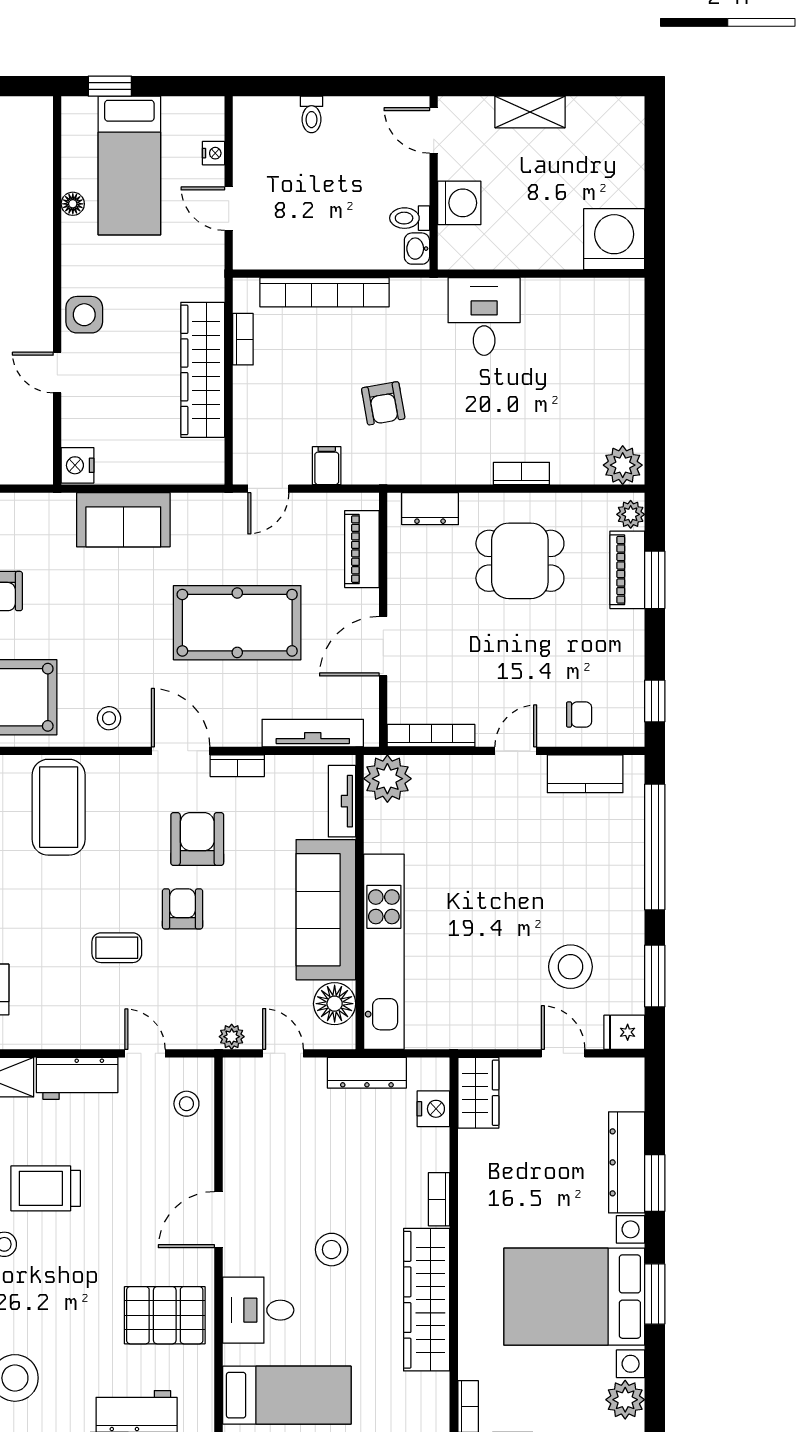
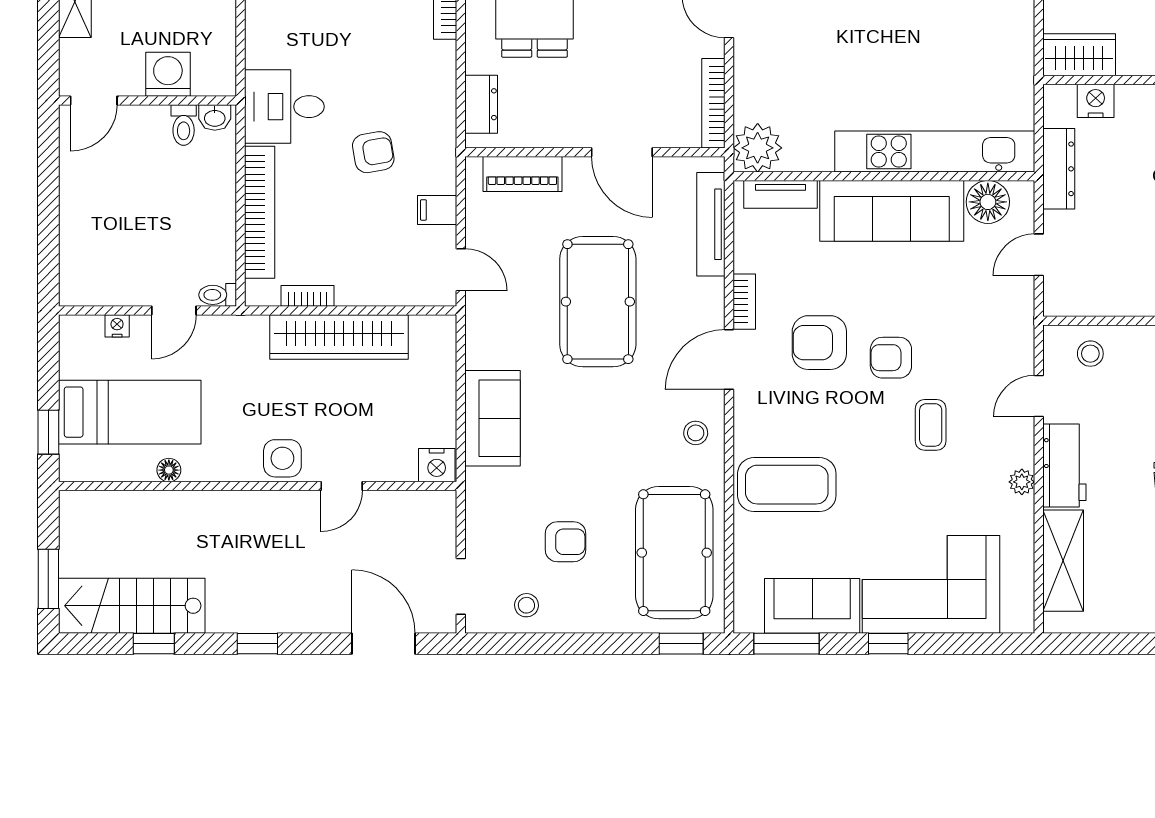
toilet: (311, 114) -> (218, 295), moved, turned 180
desk: (484, 316) -> (284, 107), moved
plant: (232, 1037) -> (1022, 482), moved

